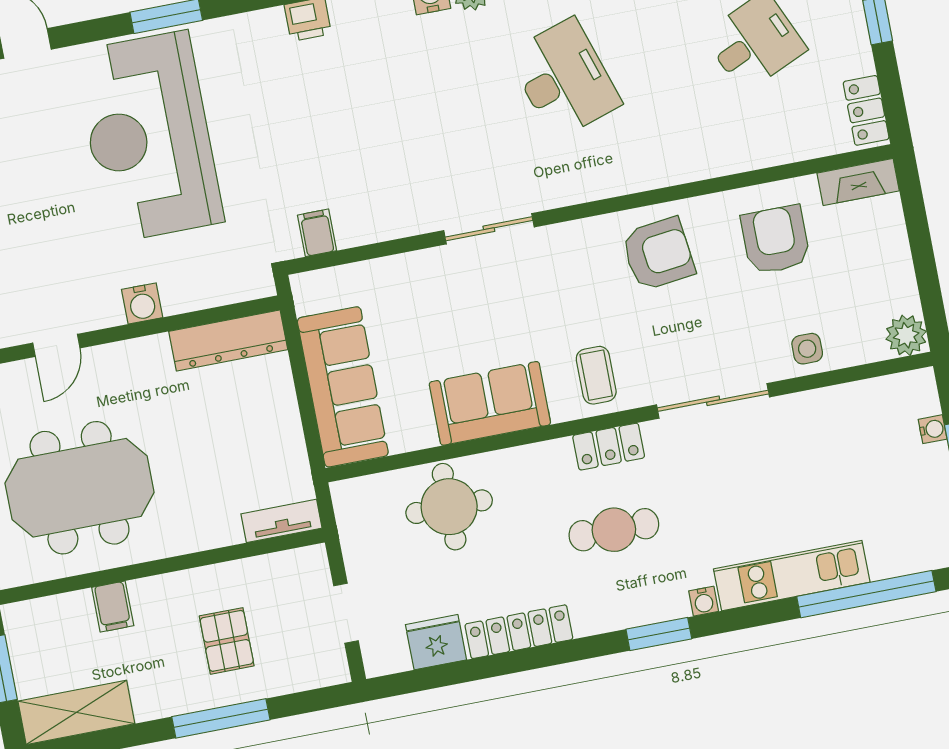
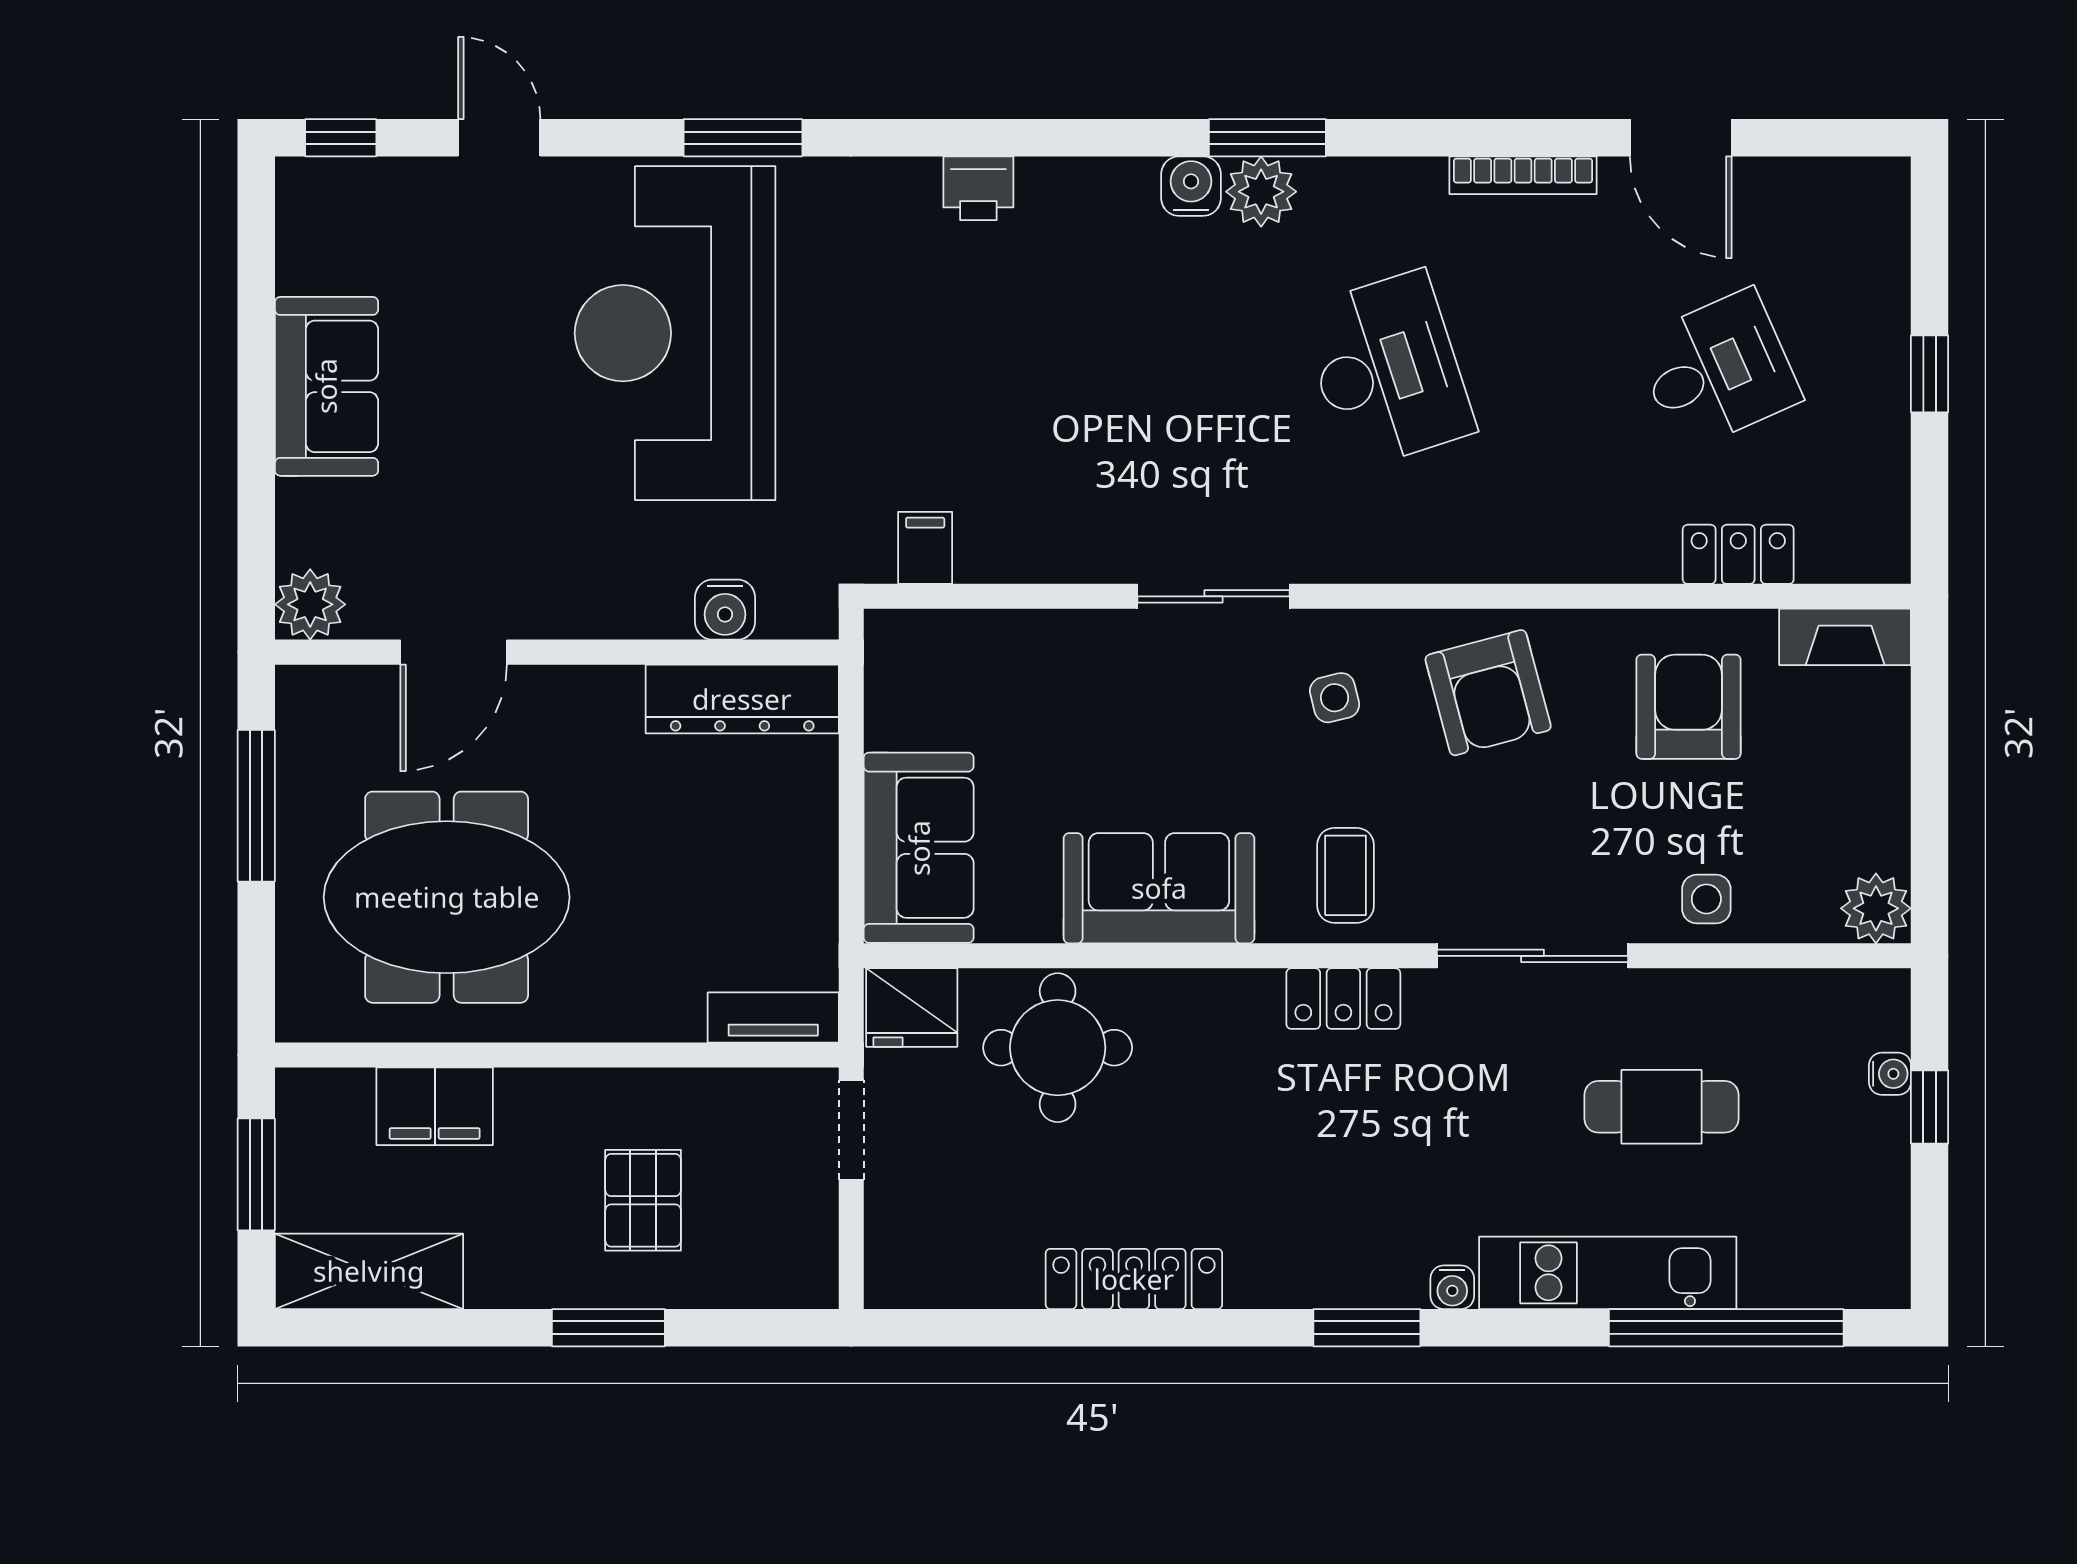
locker: (866, 110) -> (1738, 554), moved, turned 90
armchair: (658, 254) -> (1488, 693), turned 82
side table: (570, 274) -> (1335, 698), added
water cooler: (142, 303) -> (725, 610), moved
door: (56, 345) -> (454, 652), width x1.38
sofa: (343, 387) -> (919, 848), width x0.73
cafe table: (614, 530) -> (1662, 1107), moved
filing cabinet: (113, 607) -> (435, 1106), width x2.00
doorway: (346, 613) -> (851, 1130), moved
fridge: (436, 642) -> (912, 1007), moved, turned 180
window: (221, 718) -> (608, 1328), width x0.69

